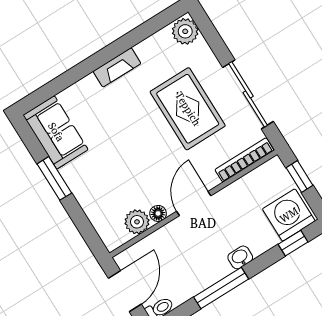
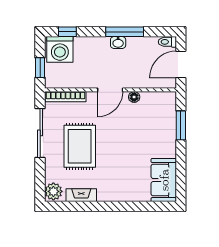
fireplace: (117, 67) -> (81, 195), moved
window: (54, 178) -> (181, 125), moved
plant: (137, 222) -> (149, 100), removed
washbasin: (240, 257) -> (118, 42), moved

